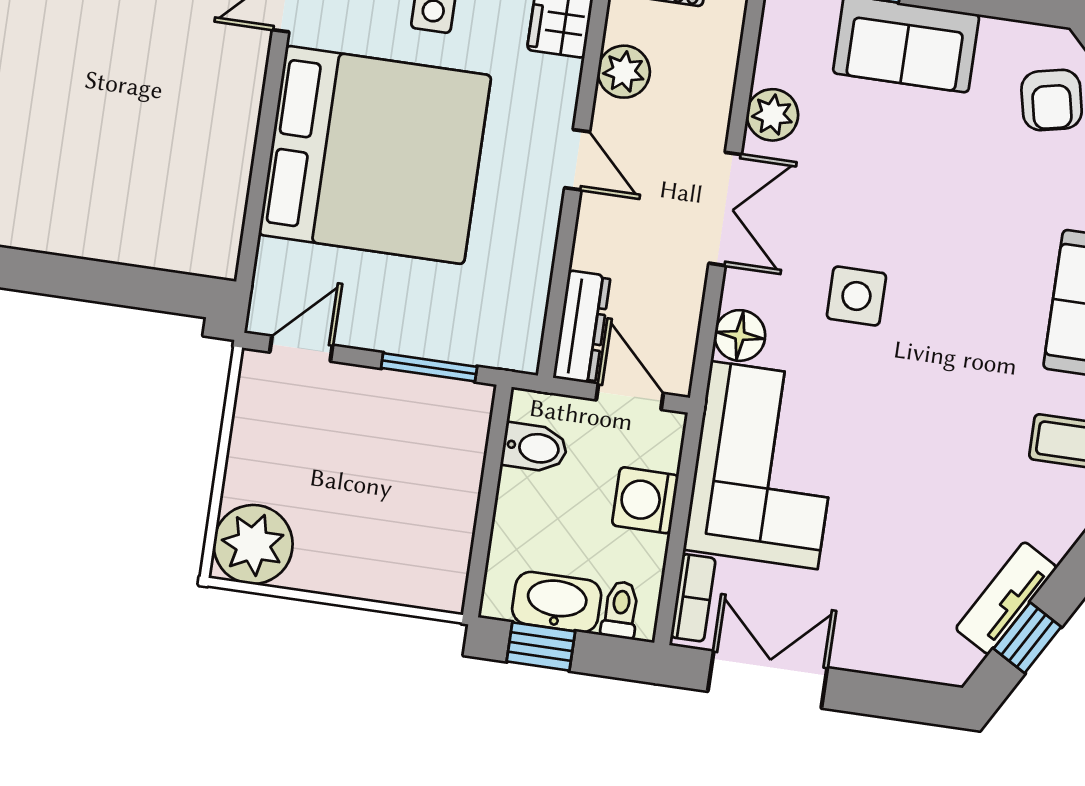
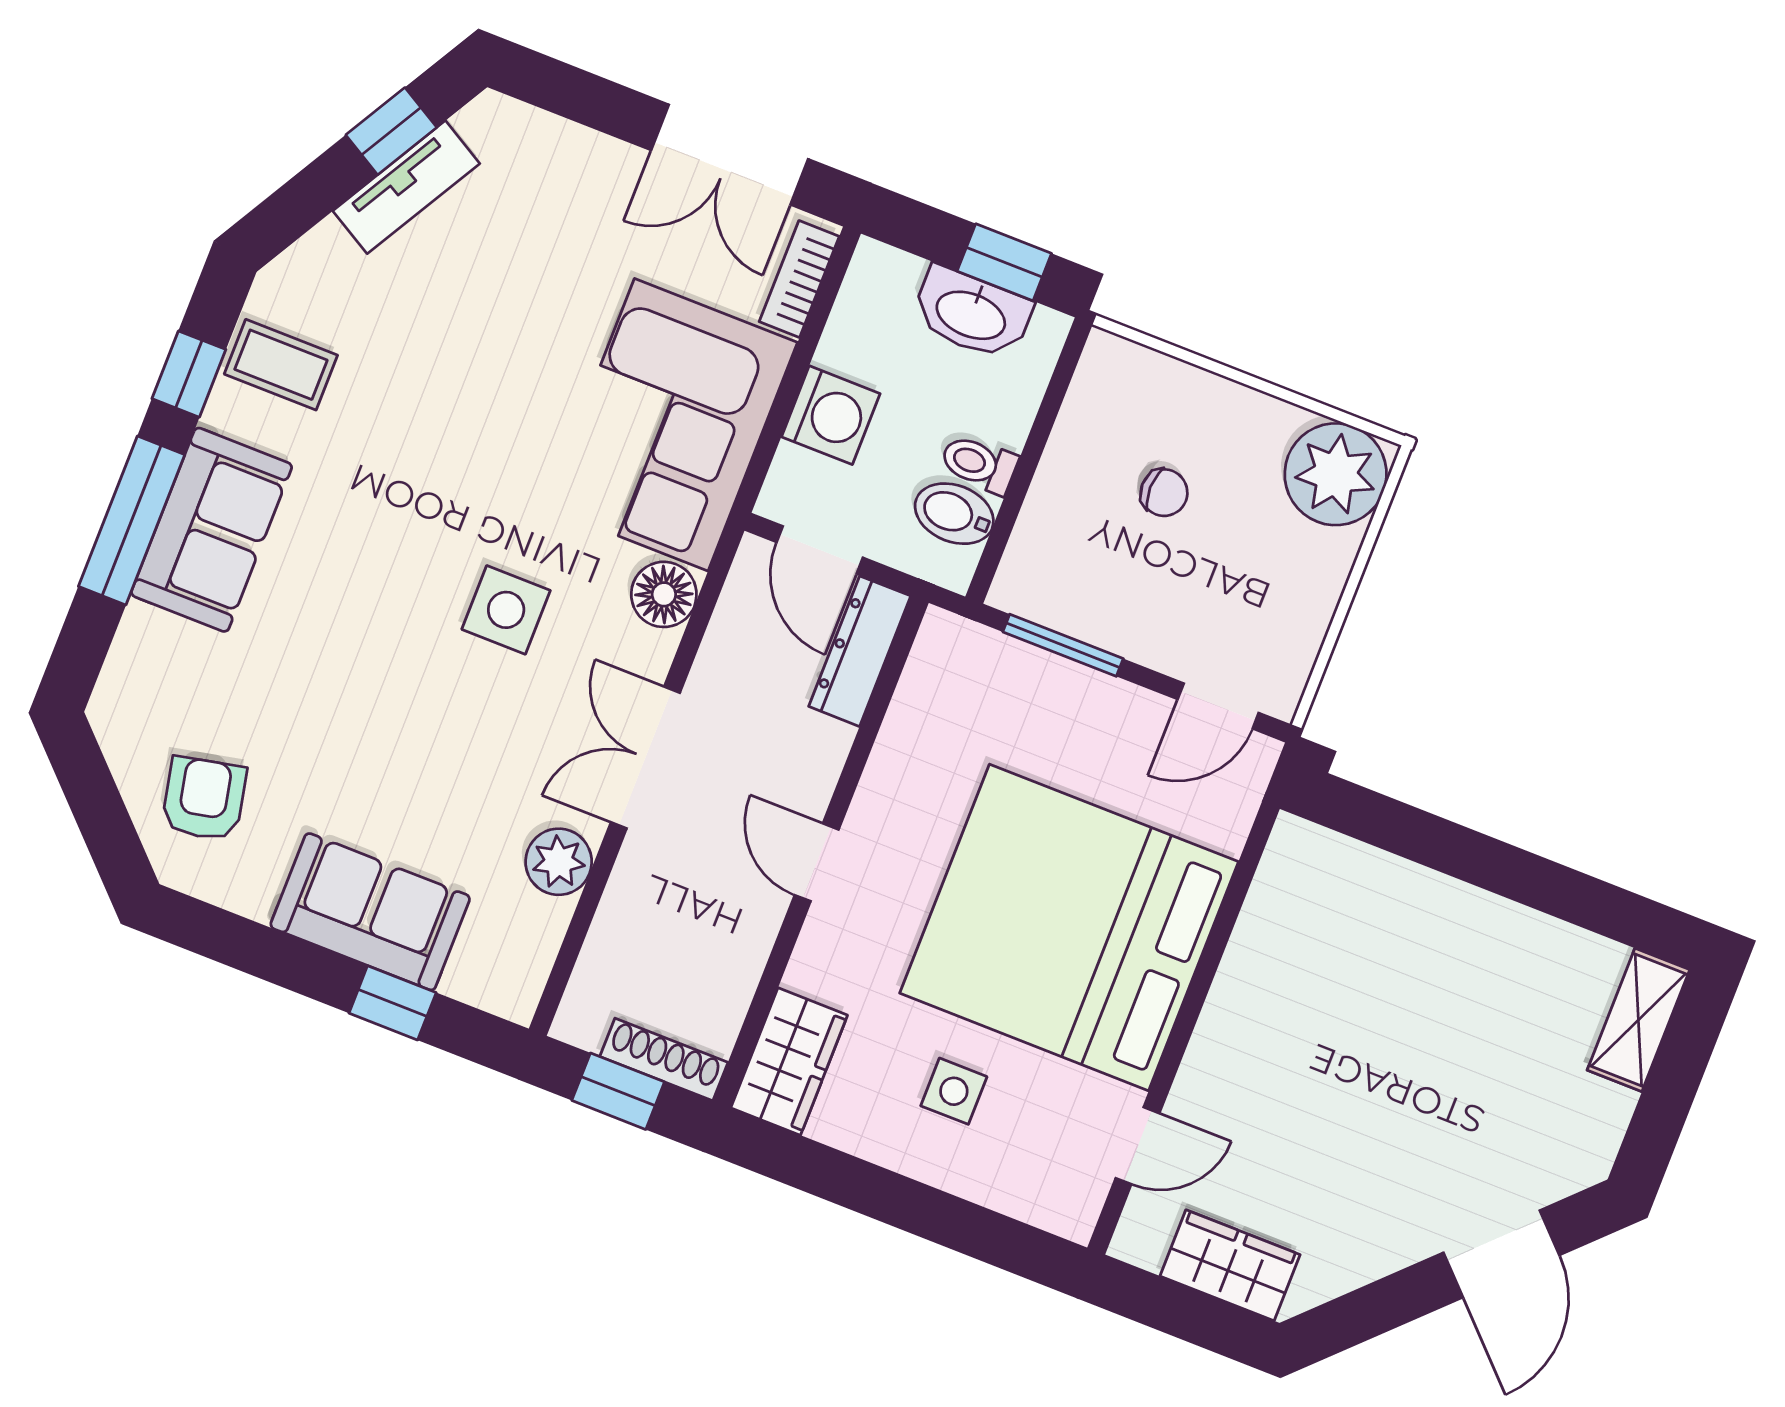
plant: (624, 72) -> (732, 959), removed
chair: (380, 500) -> (1164, 493), added
toilet: (620, 610) -> (979, 464), moved, turned 90

